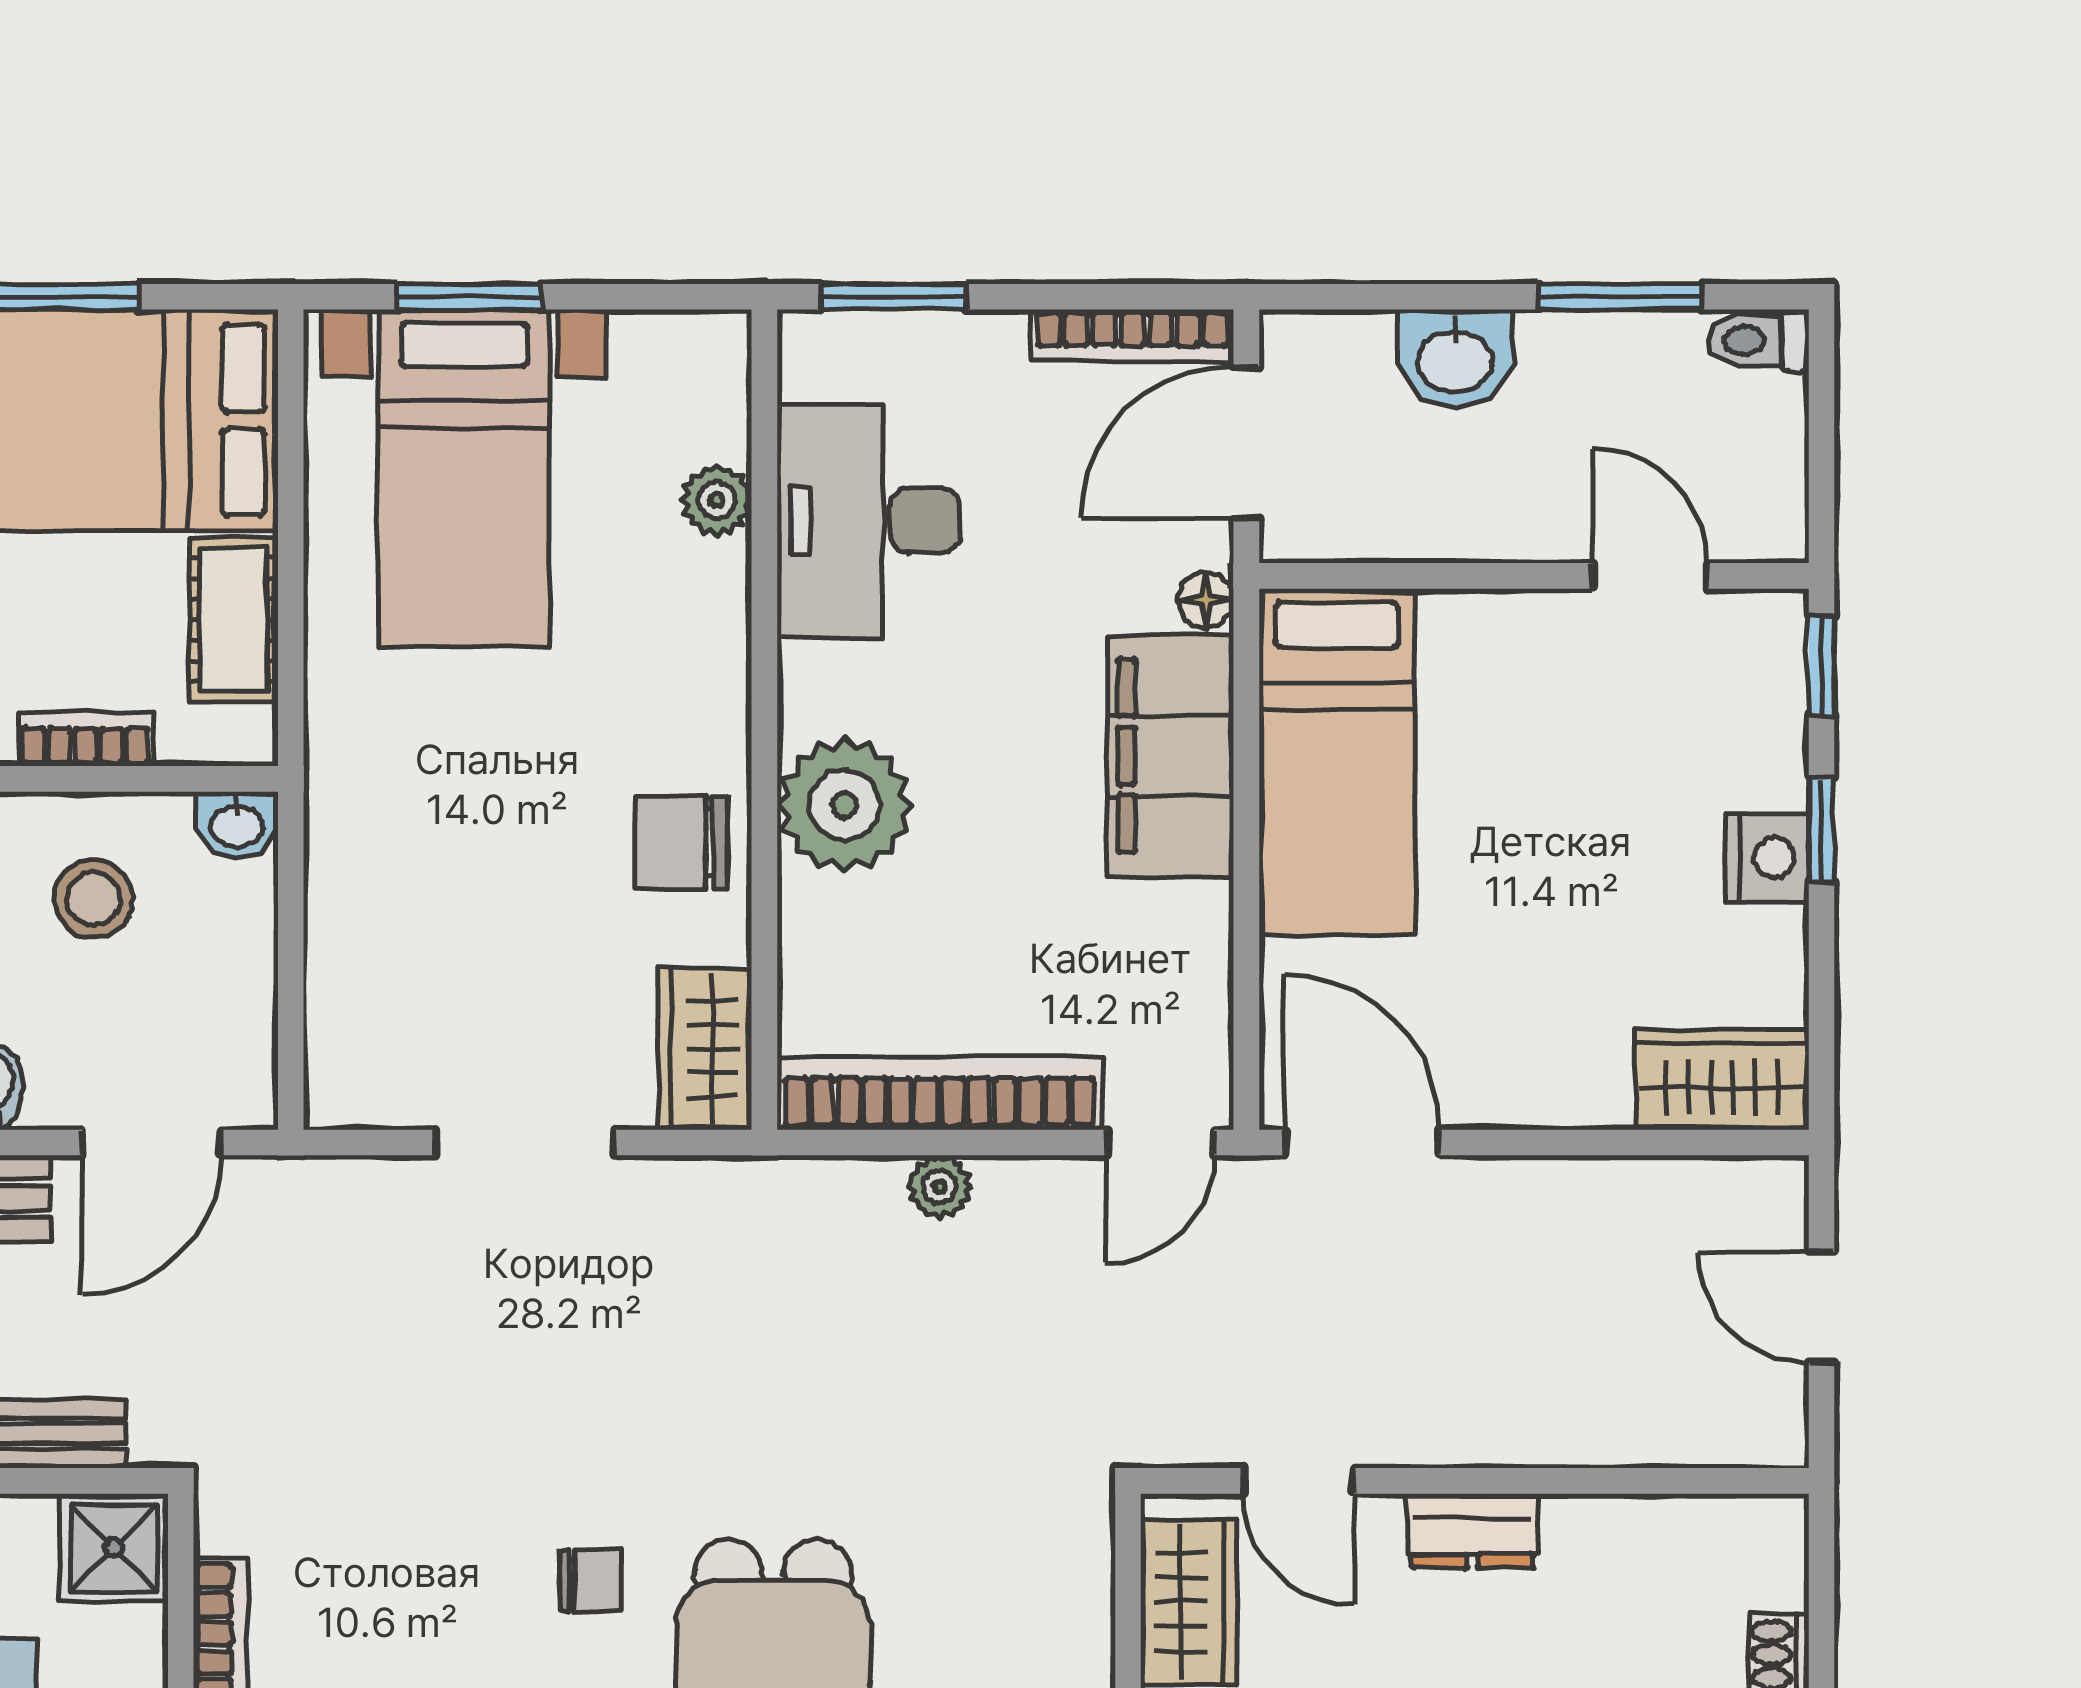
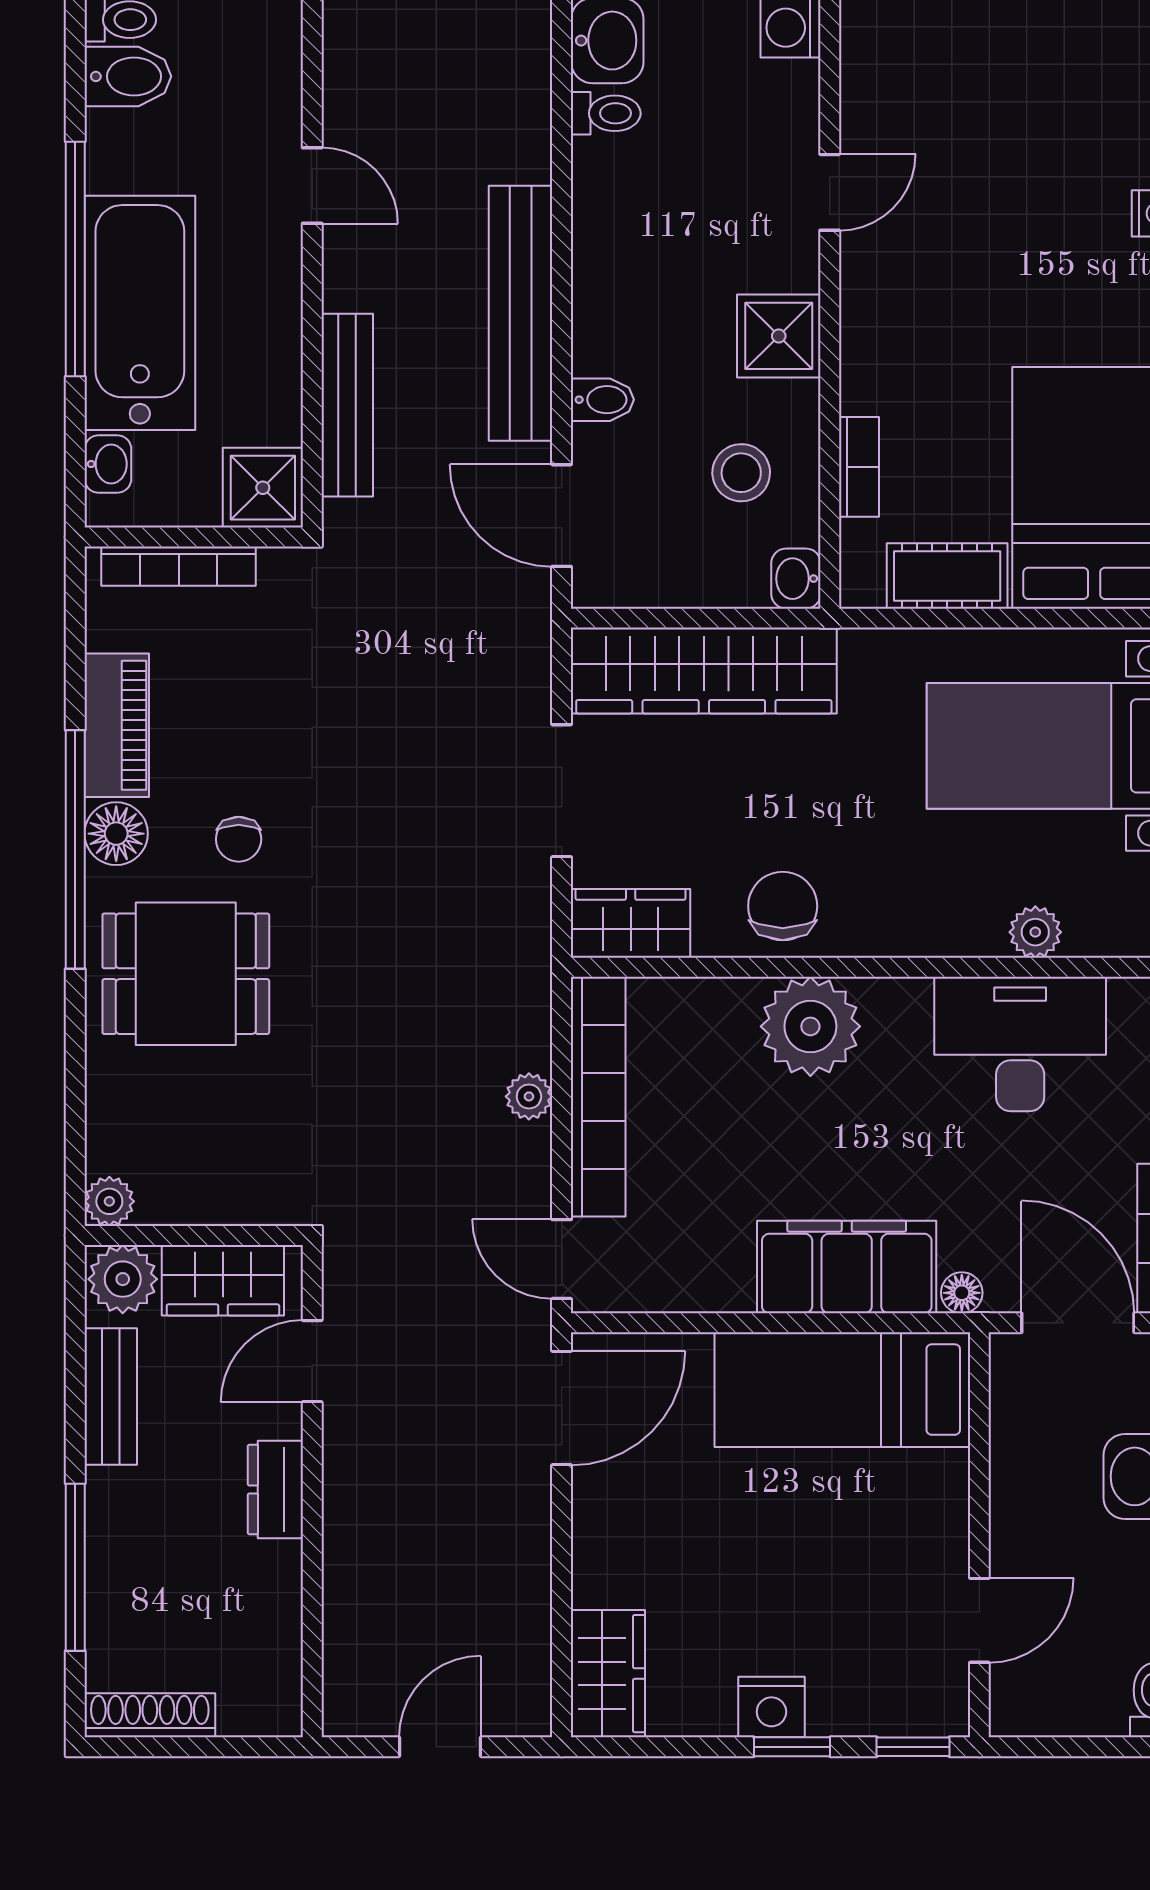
wardrobe: (362, 950) -> (704, 671), added

